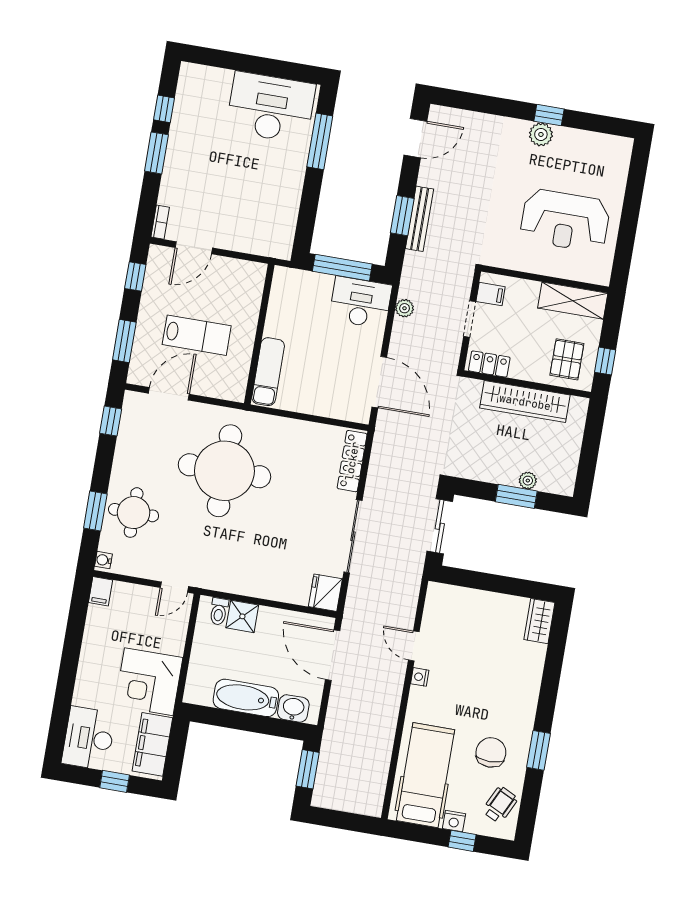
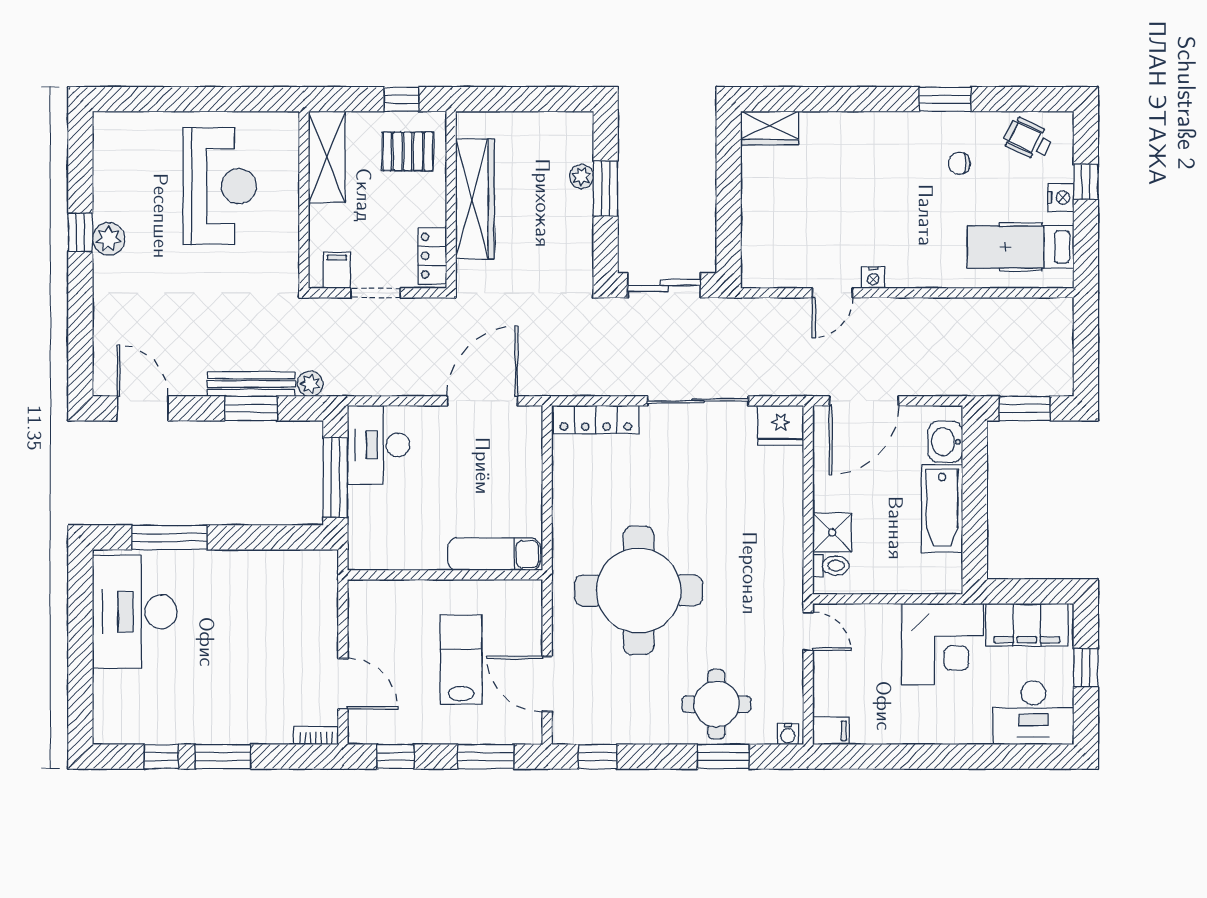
plant: (405, 308) -> (310, 384), moved
chair: (491, 752) -> (959, 163), width x0.54, depth x0.54
hospital bed: (425, 775) -> (1021, 247), width x0.73, depth x0.78

